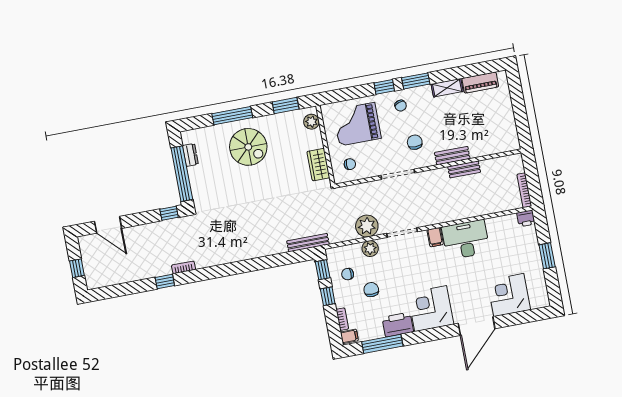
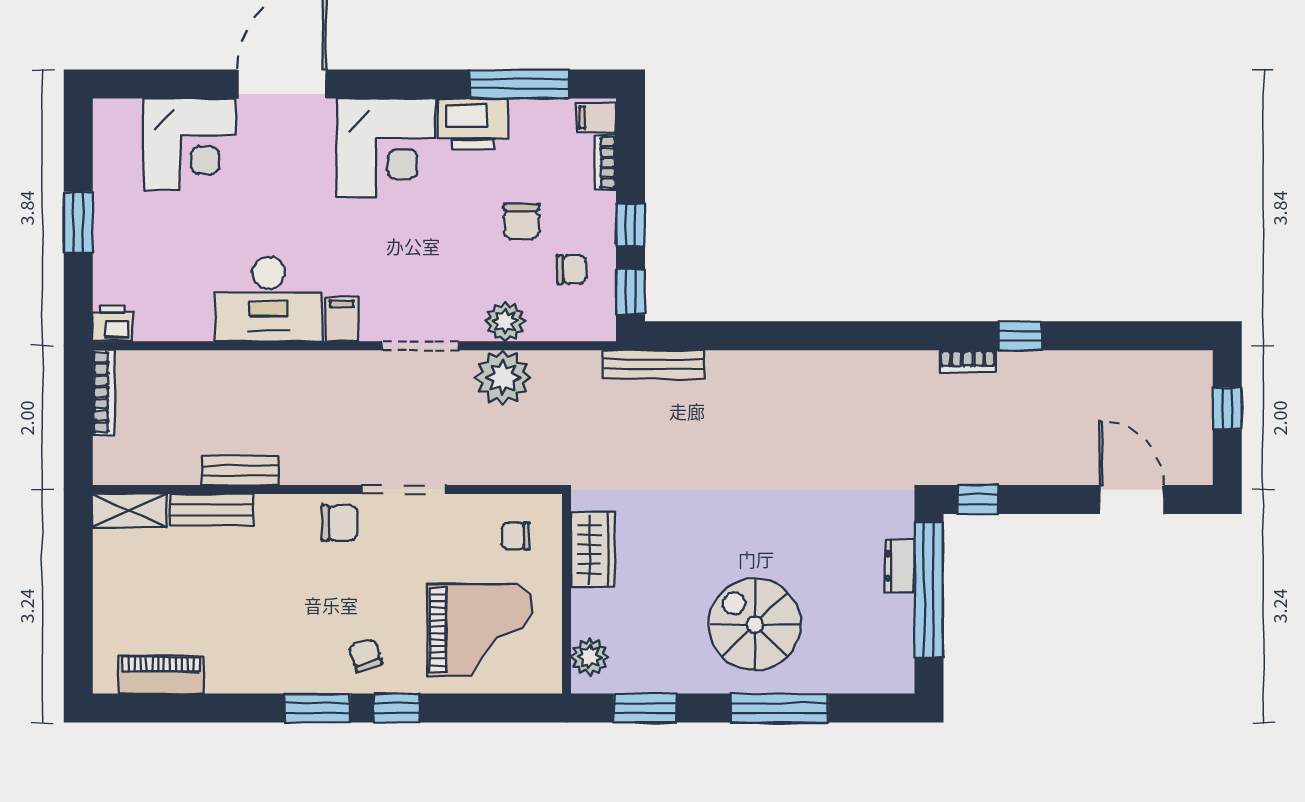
shelving: (447, 88) -> (130, 511), moved
chair: (415, 142) -> (339, 523), moved, turned -90
dresser: (190, 155) -> (899, 566), moved
bench: (452, 156) -> (212, 510), moved

